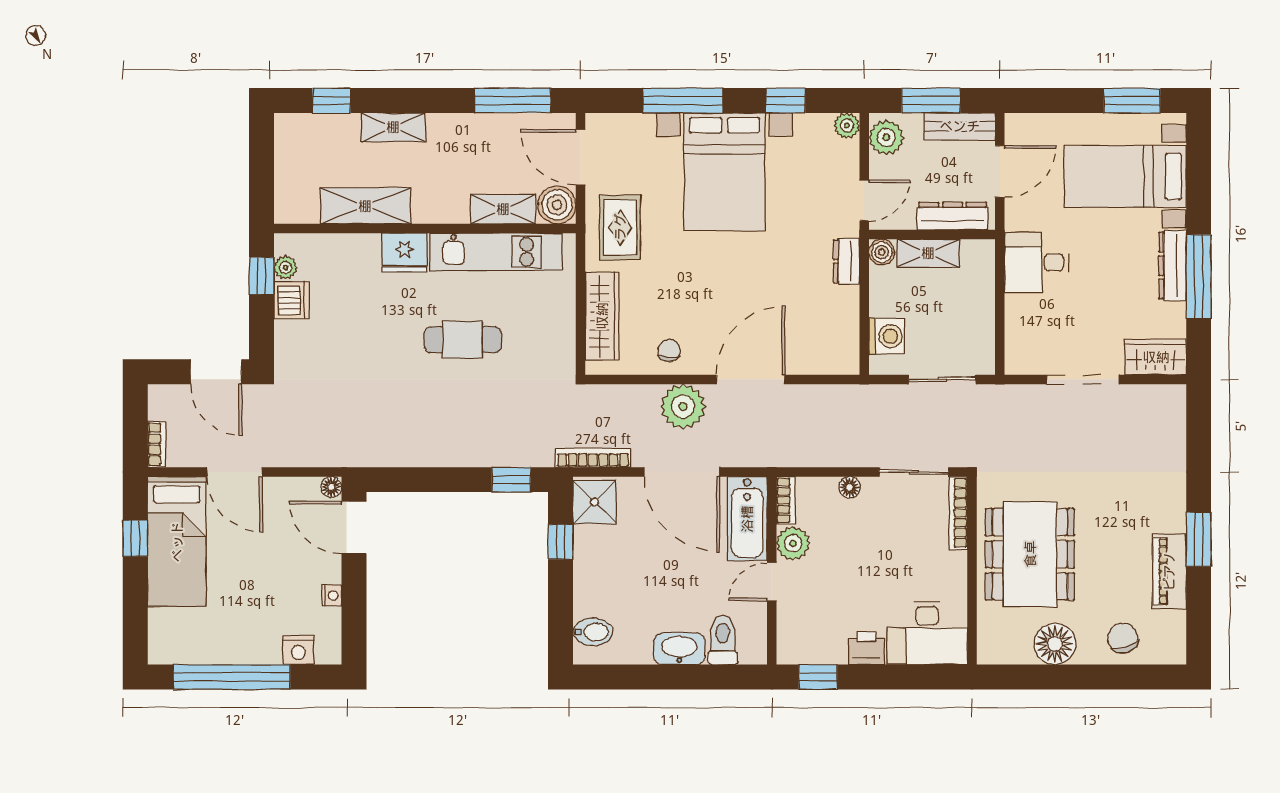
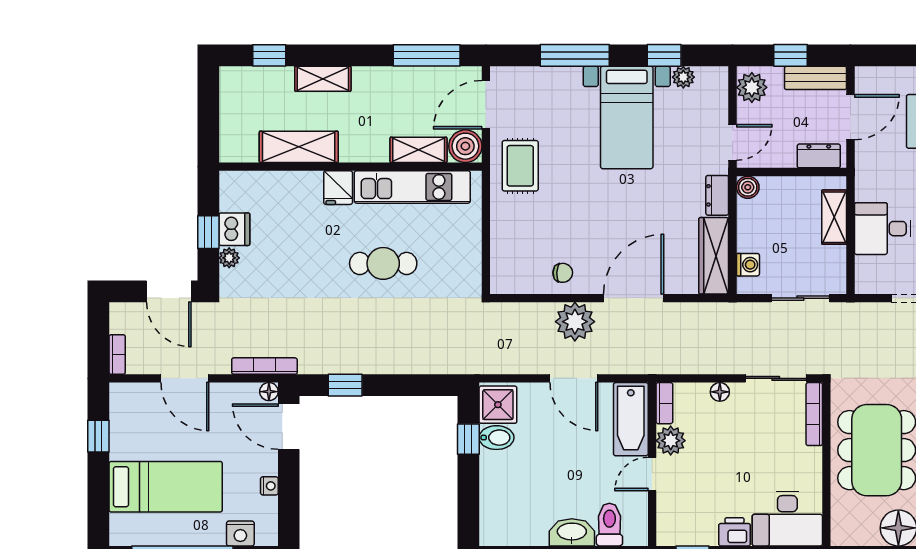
window: (931, 101) -> (791, 55), width x0.67
plant: (847, 125) -> (683, 77), moved
door: (581, 157) -> (486, 105), hinge flipped
bed with nightstands: (725, 172) -> (627, 117), width x0.73
dresser: (953, 216) -> (819, 156), width x0.70
fridge: (404, 253) -> (338, 188), width x0.72
shelving: (928, 253) -> (834, 217), moved, turned 90
desk: (1037, 263) -> (883, 229), moved
plant: (286, 267) -> (229, 258), moved
window: (262, 276) -> (208, 232), moved
wardrobe: (602, 316) -> (714, 256), moved, turned 180
washing machine: (887, 336) -> (748, 265), width x0.73, depth x0.73
chair: (669, 351) -> (563, 273), turned 89
bookcase: (593, 458) -> (264, 366), moved
door: (682, 472) -> (574, 378), width x0.73
window: (511, 480) -> (345, 385), moved
bed: (177, 542) -> (166, 487), moved, turned -90
bidet: (593, 632) -> (497, 438), moved

